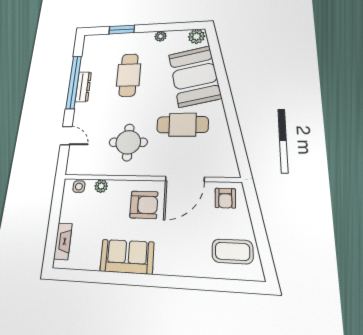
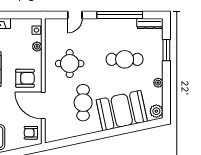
dresser: (83, 87) -> (150, 24), moved
armchair: (144, 205) -> (25, 78), turned -90

